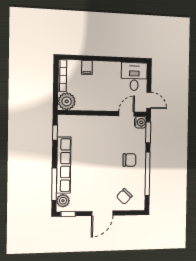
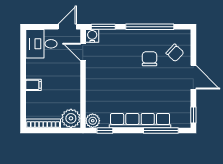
filing cabinet: (87, 68) -> (33, 85), moved
chair: (129, 160) -> (150, 59), moved
plant: (63, 201) -> (93, 121), moved

